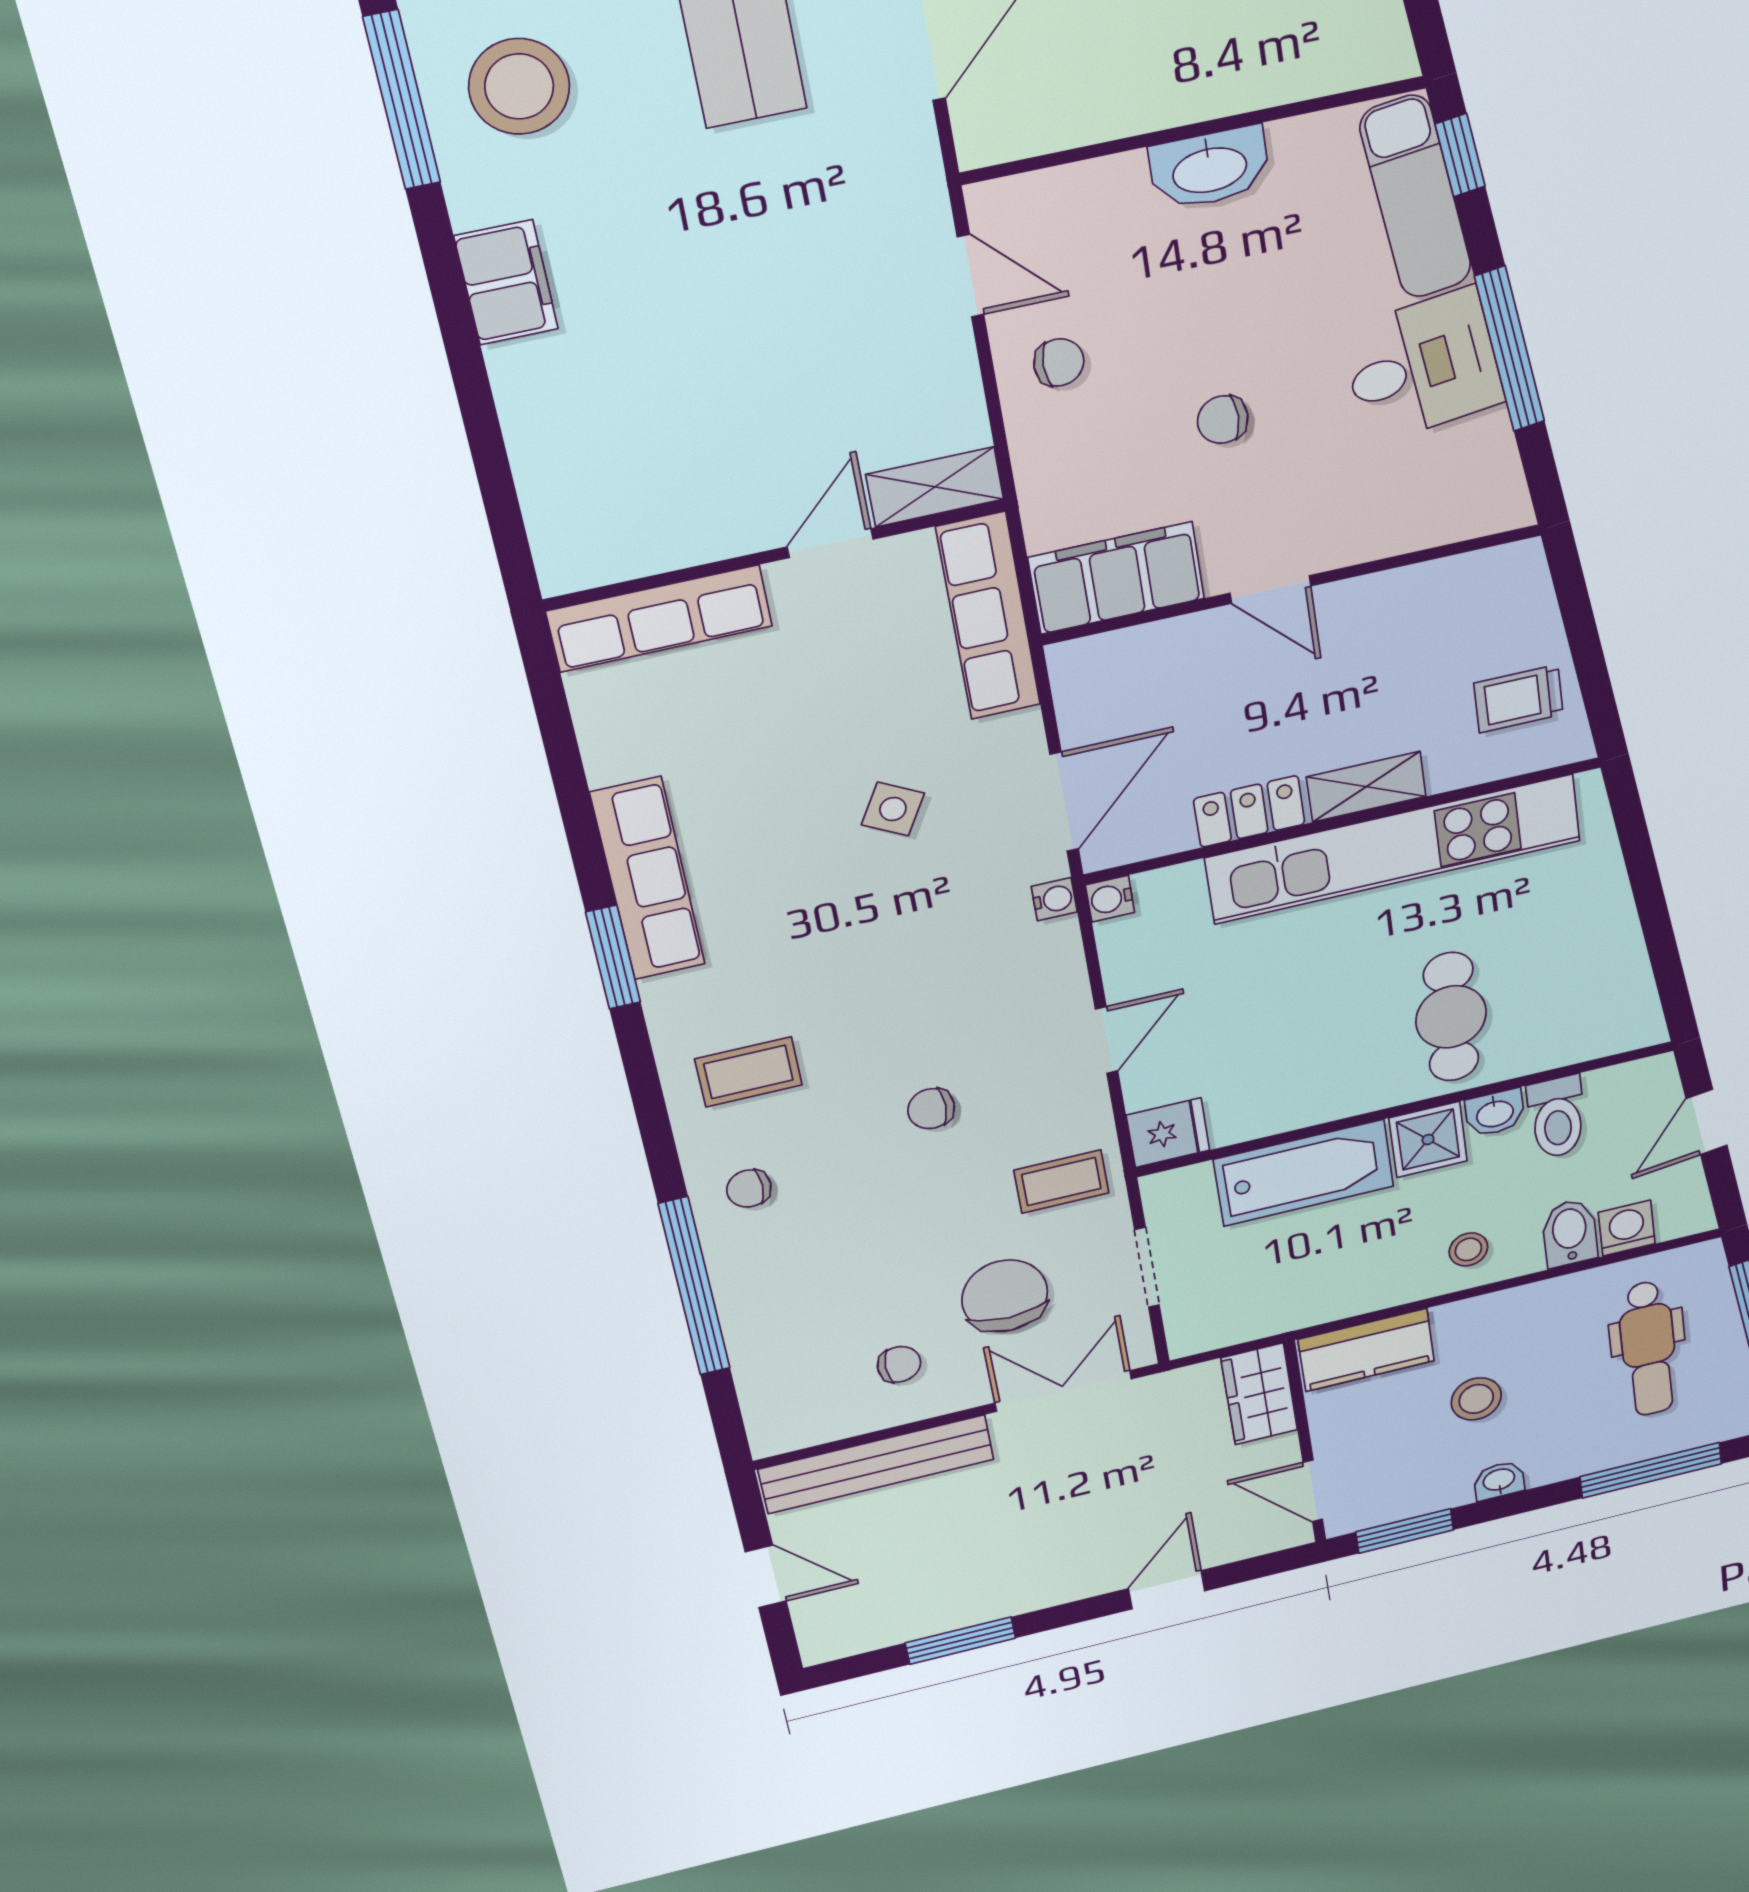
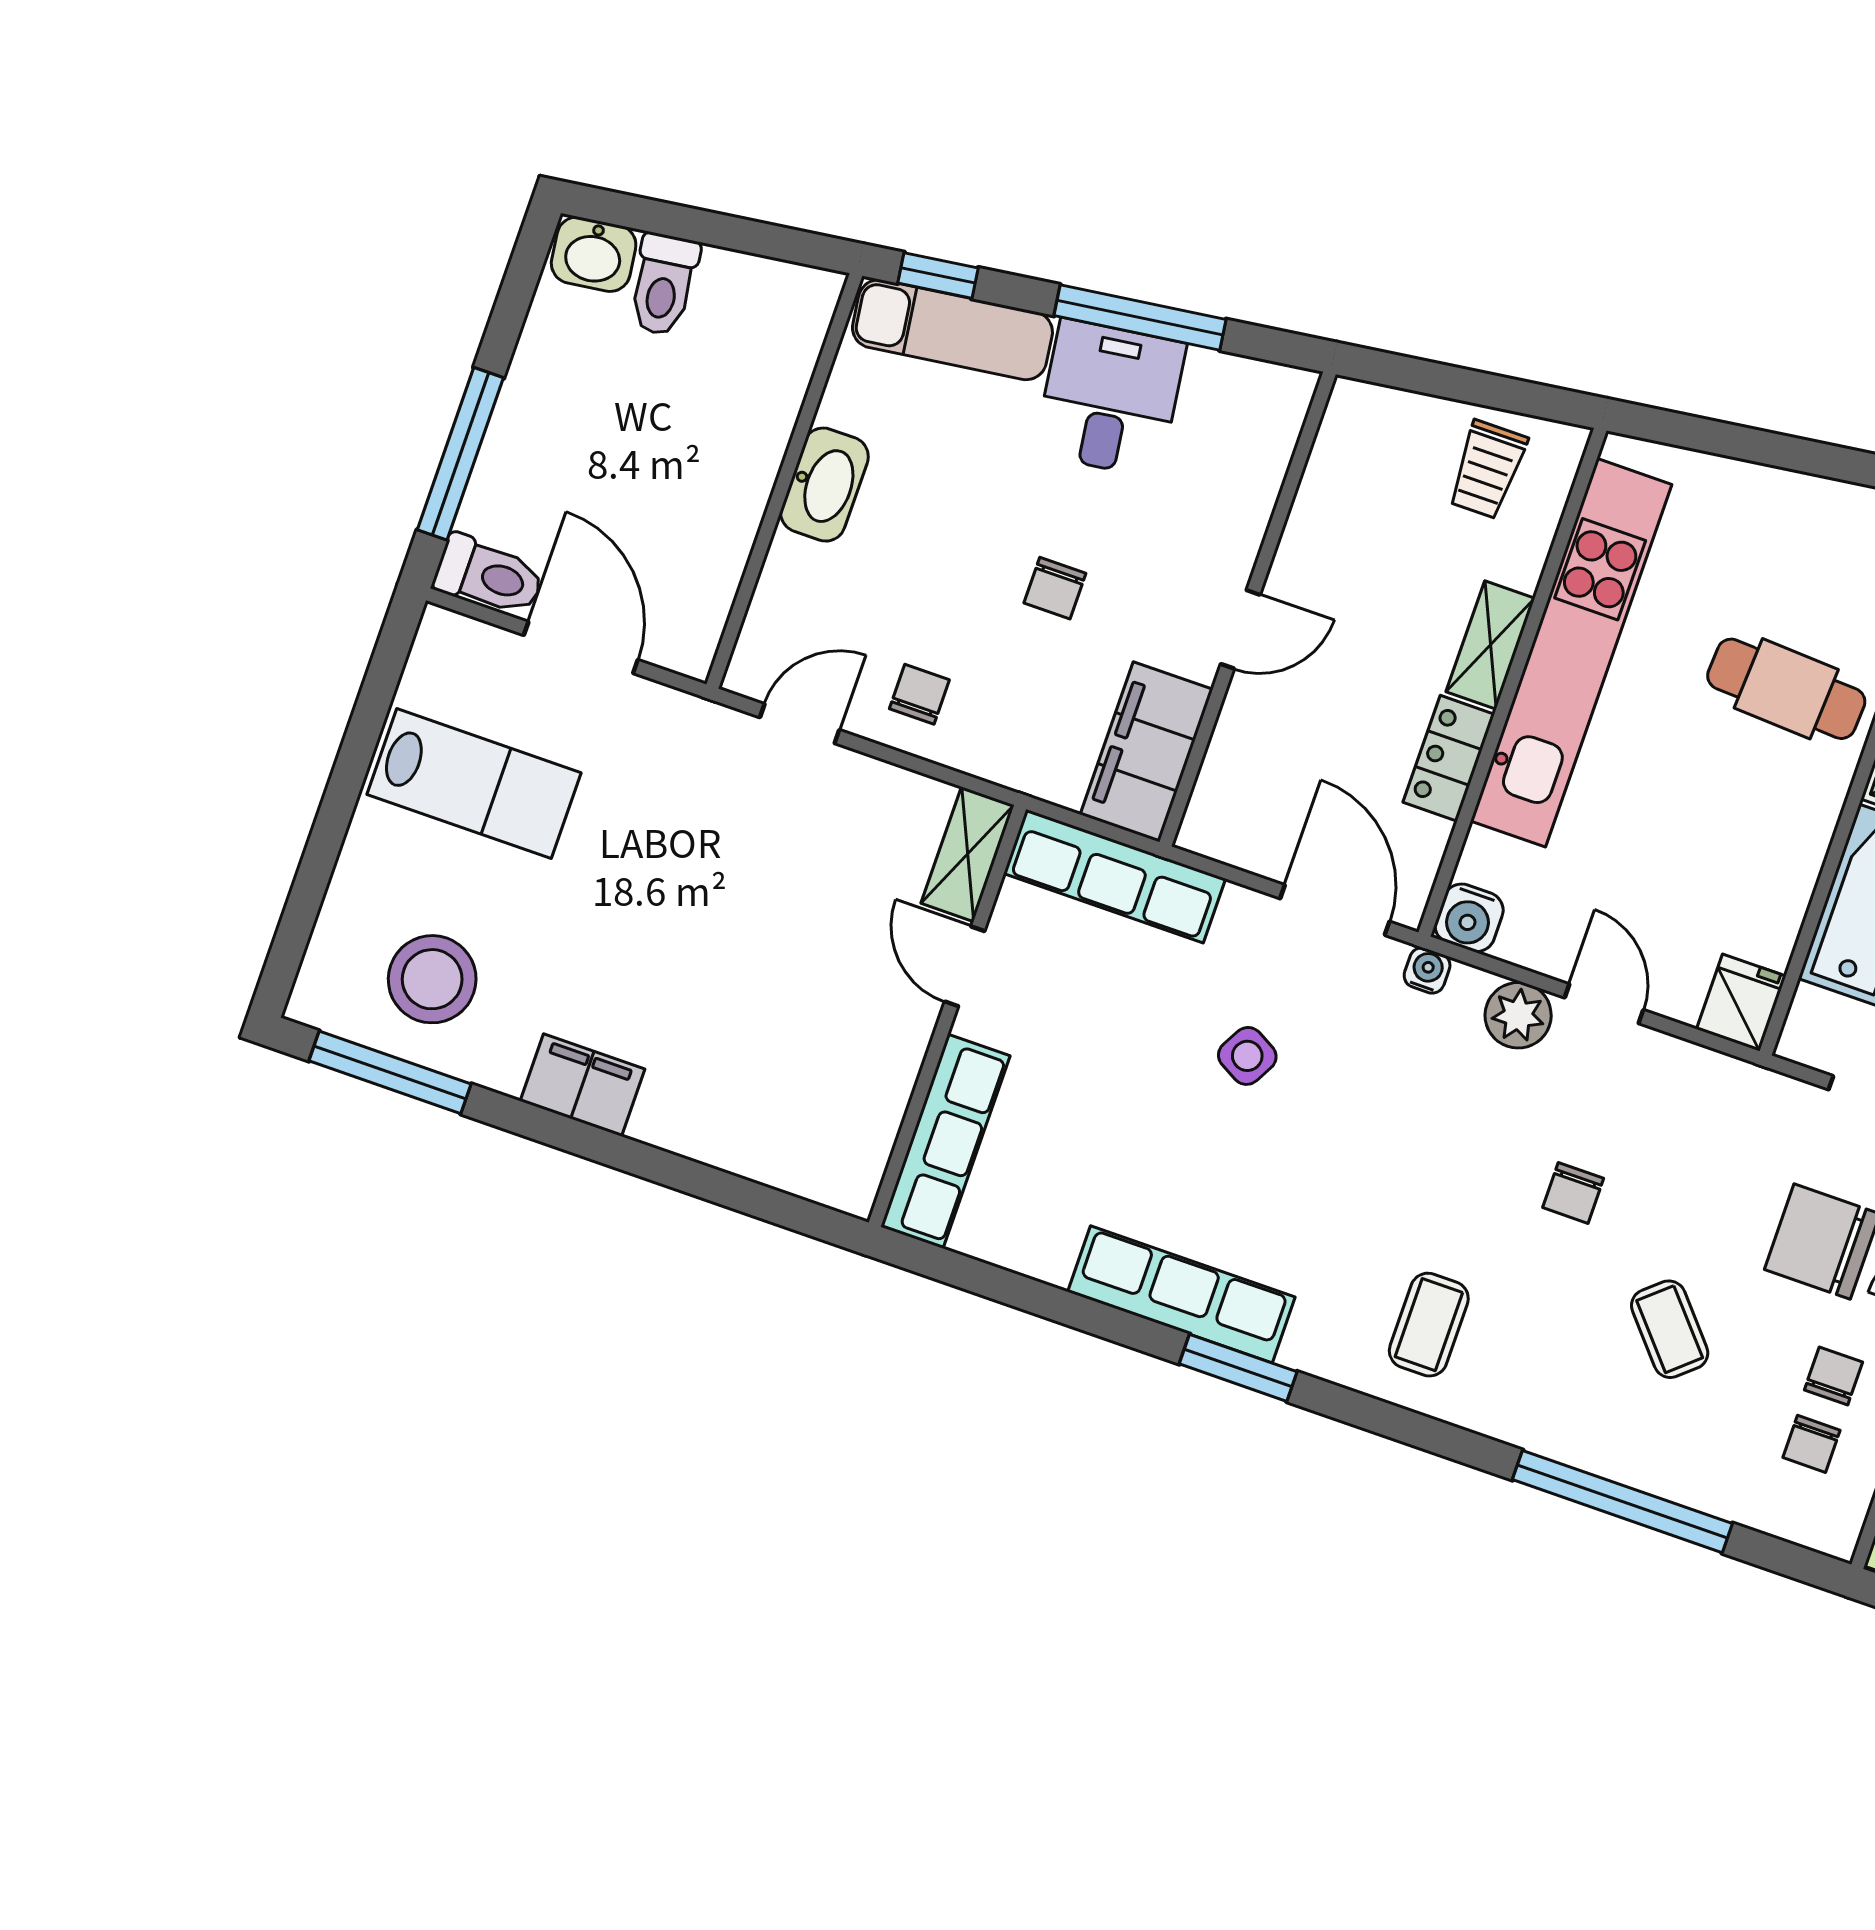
water cooler: (1110, 899) -> (1469, 918), width x1.38, depth x1.38
plant: (1058, 986) -> (1518, 1015), added
coffee table: (1061, 1182) -> (1670, 1329), moved, turned -41
chair: (749, 1188) -> (1811, 1444), moved

